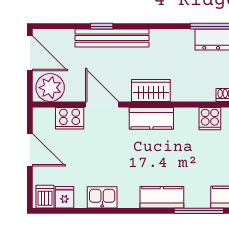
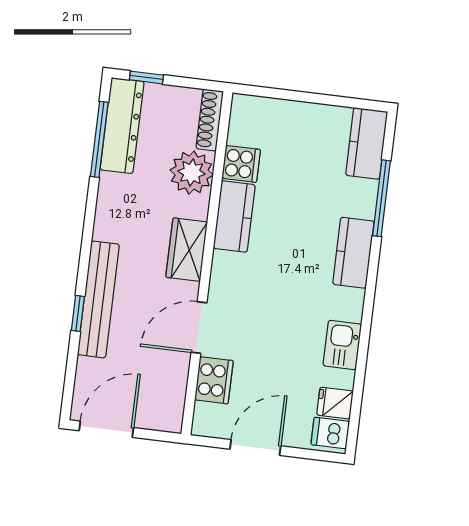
plant: (50, 88) -> (192, 173), moved
kitchen counter: (151, 118) -> (234, 216), moved

